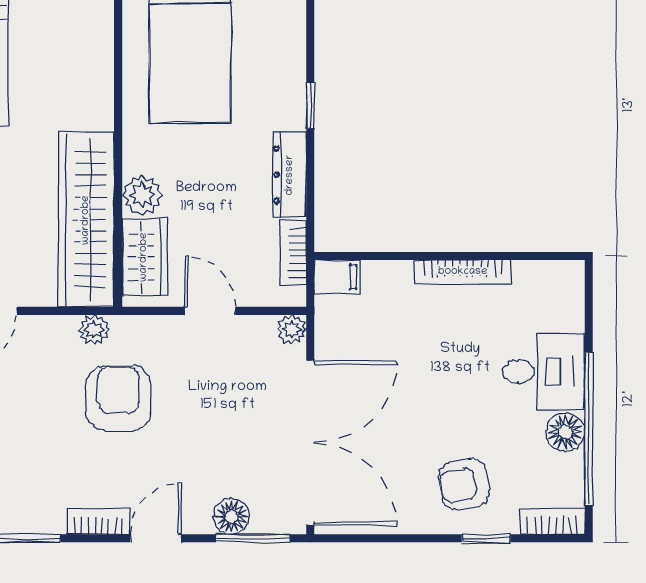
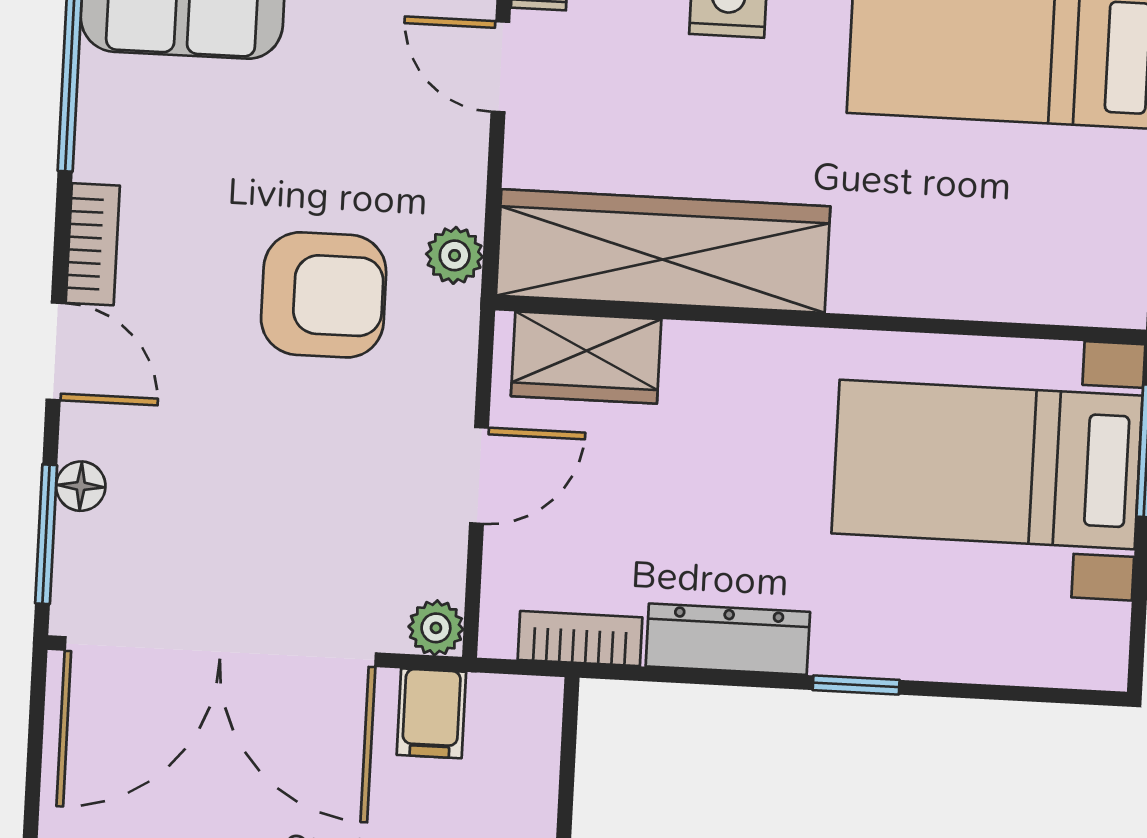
plant: (142, 195) -> (703, 360), removed
filing cabinet: (337, 277) -> (431, 713), moved
floor lamp: (231, 516) -> (81, 486), width x0.73, depth x0.73

